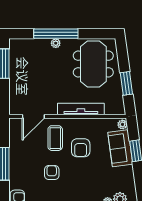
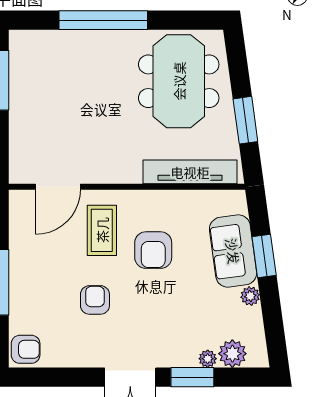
plant: (56, 43) -> (103, 39), removed
tv unit: (81, 109) -> (190, 172), moved
plant: (122, 124) -> (250, 296), moved

